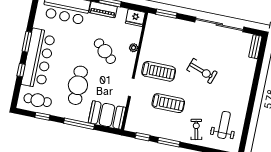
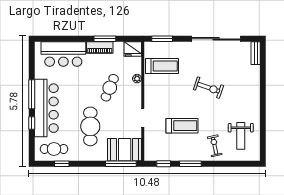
window: (27, 42) -> (32, 94), width x1.44
cafe table: (105, 51) -> (110, 88), turned 71
treadmill: (159, 71) -> (162, 66), moved
window: (79, 124) -> (121, 164), moved
weight bench: (224, 125) -> (241, 136), turned 180

